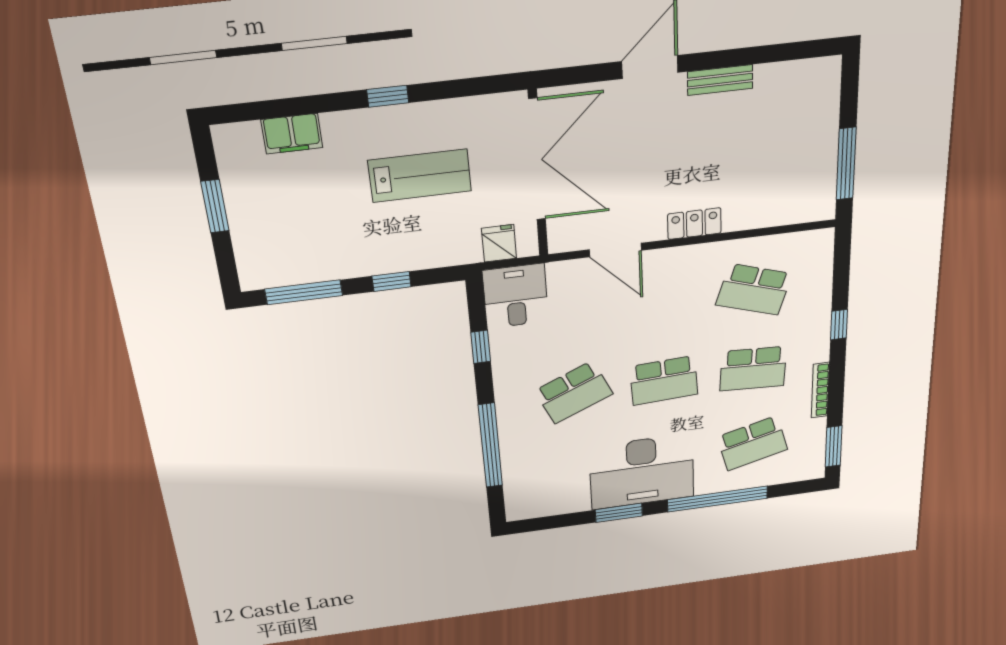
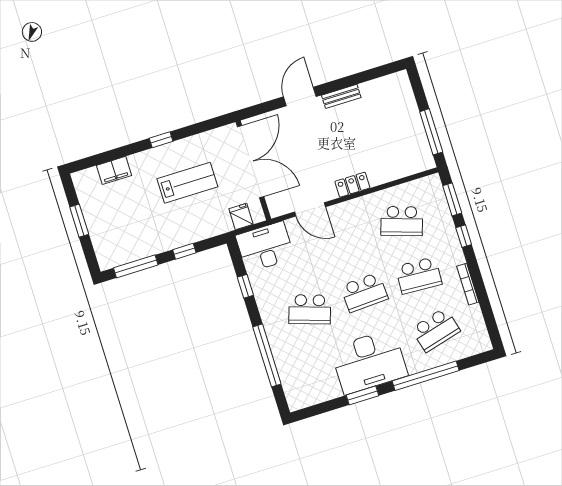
desk: (516, 296) -> (265, 247), width x1.37
school desk: (574, 392) -> (310, 309), turned 42
window: (834, 446) -> (452, 199), moved

